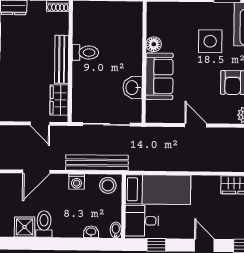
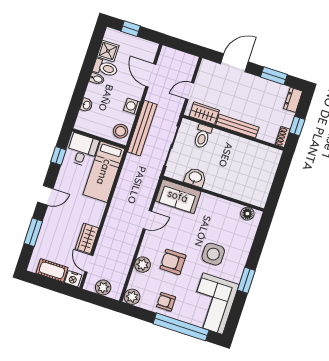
floor lamp: (154, 44) -> (247, 214), moved
toilet: (85, 53) -> (203, 136), moved
sofa: (159, 76) -> (178, 196), moved
bidet: (116, 230) -> (97, 79), moved

